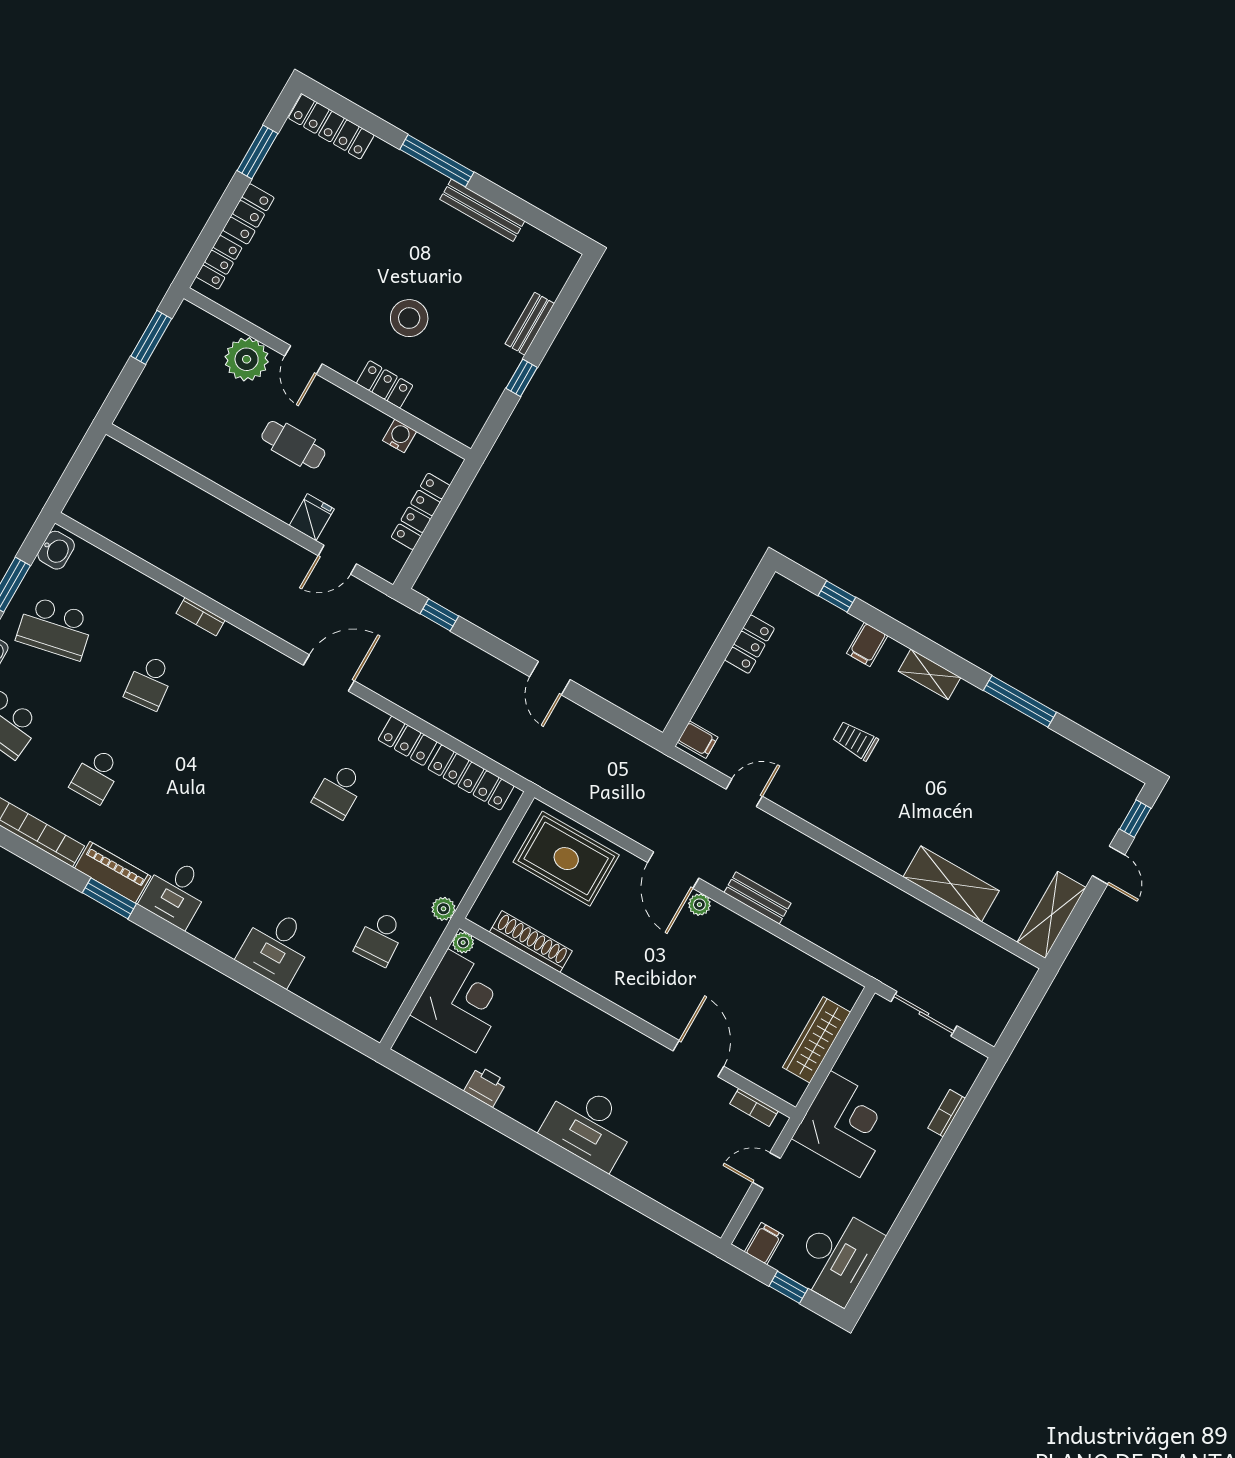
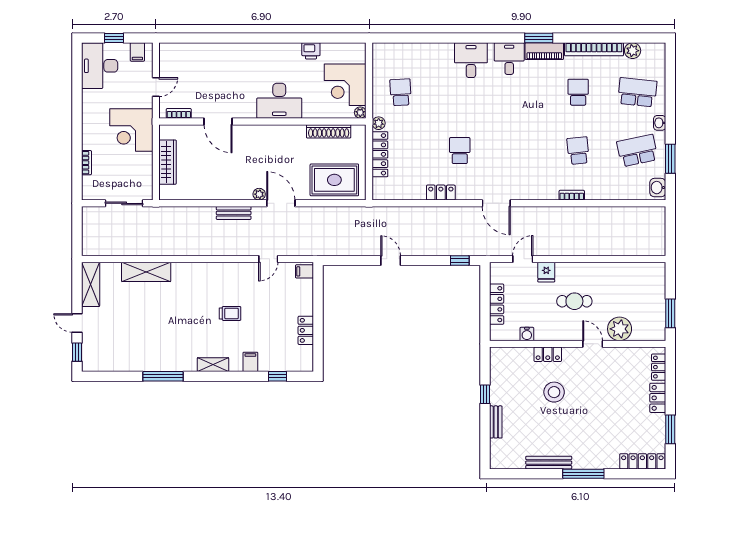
door: (329, 673) -> (496, 203), hinge flipped
locker: (471, 777) -> (380, 154), moved, turned 90
desk: (276, 947) -> (471, 60), moved
desk: (589, 1126) -> (279, 101), moved, turned 180

